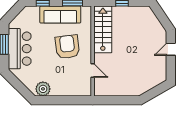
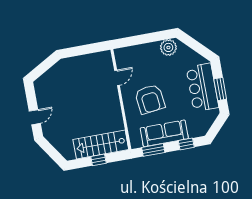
stairs: (103, 29) -> (101, 145), moved, turned 90
door: (93, 71) -> (117, 78), swing flipped

